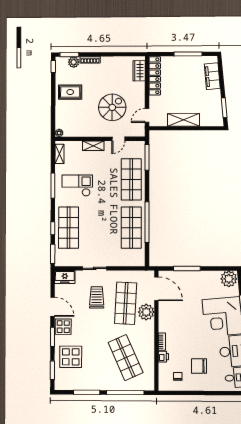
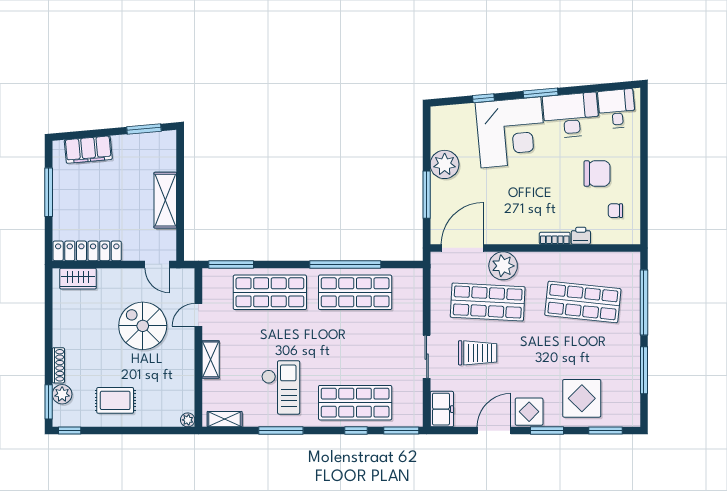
rug: (70, 92) -> (115, 400), turned 90
door: (118, 139) -> (198, 315), swing flipped
checkout: (77, 186) -> (281, 387), turned 180
plant: (229, 279) -> (445, 164), moved
trolley: (97, 297) -> (478, 353), turned 180
shop shelf: (126, 358) -> (583, 302), turned 30
chair: (199, 366) -> (597, 173), turned -90

